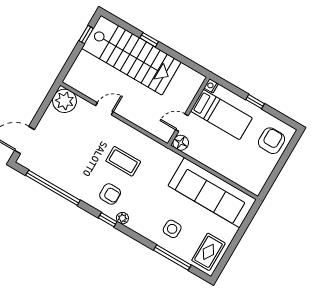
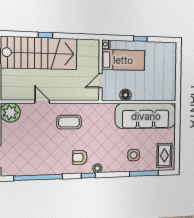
door: (104, 109) -> (42, 102), hinge flipped
armchair: (271, 141) -> (165, 59), removed
floor lamp: (181, 143) -> (126, 95), moved
coffee table: (123, 161) -> (69, 122), moved
armchair: (110, 194) -> (80, 157), turned 180

